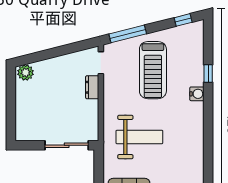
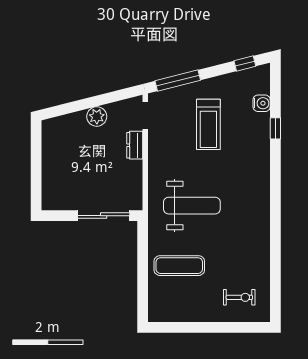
treadmill: (153, 70) -> (208, 124), width x0.73, depth x0.73
plant: (26, 73) -> (97, 116), moved
water cooler: (197, 94) -> (262, 103), moved

